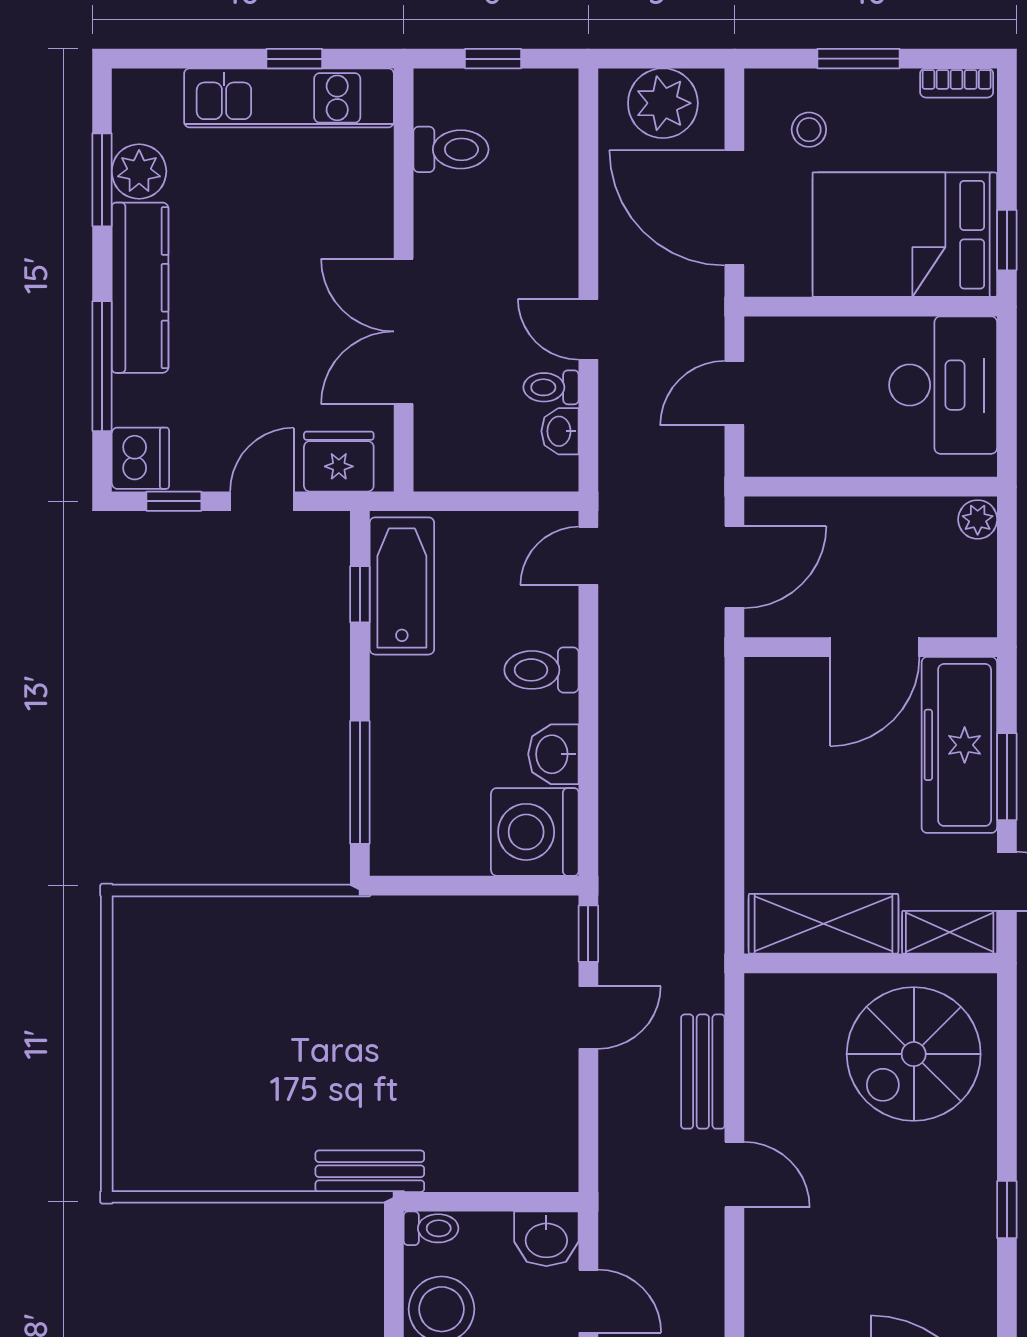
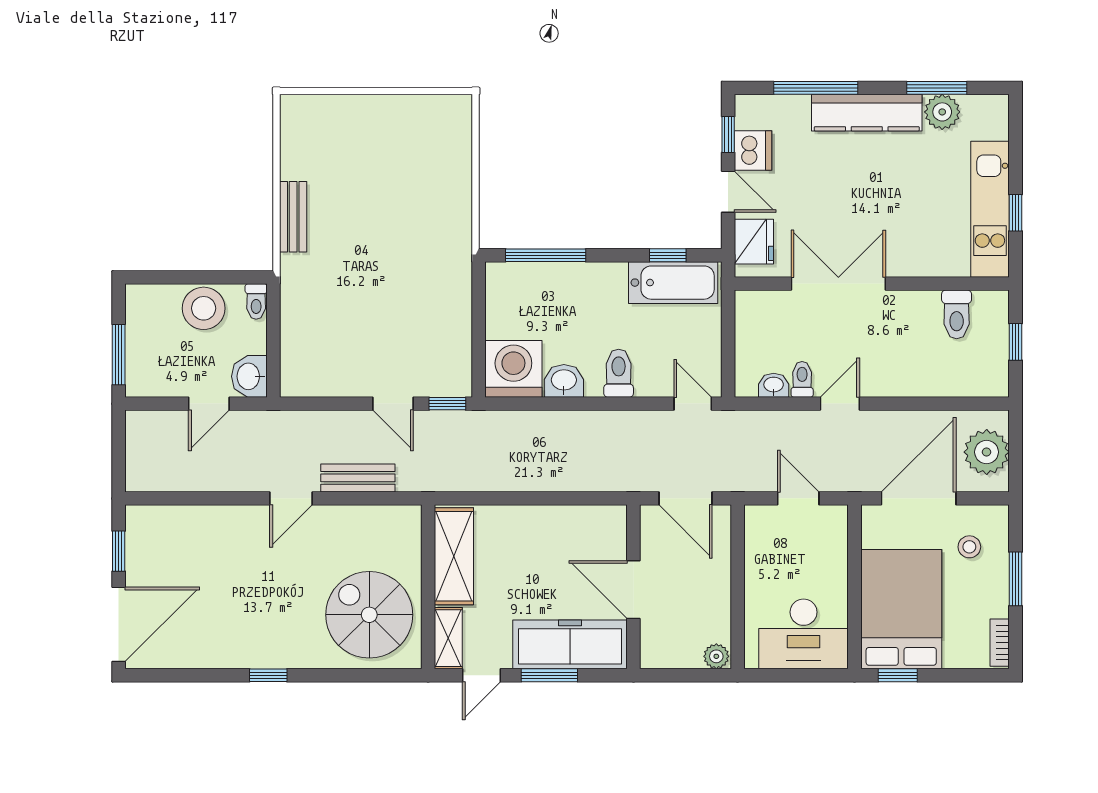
dishwasher: (140, 458) -> (753, 151), moved, turned -90
bench: (370, 1171) -> (293, 217), moved

